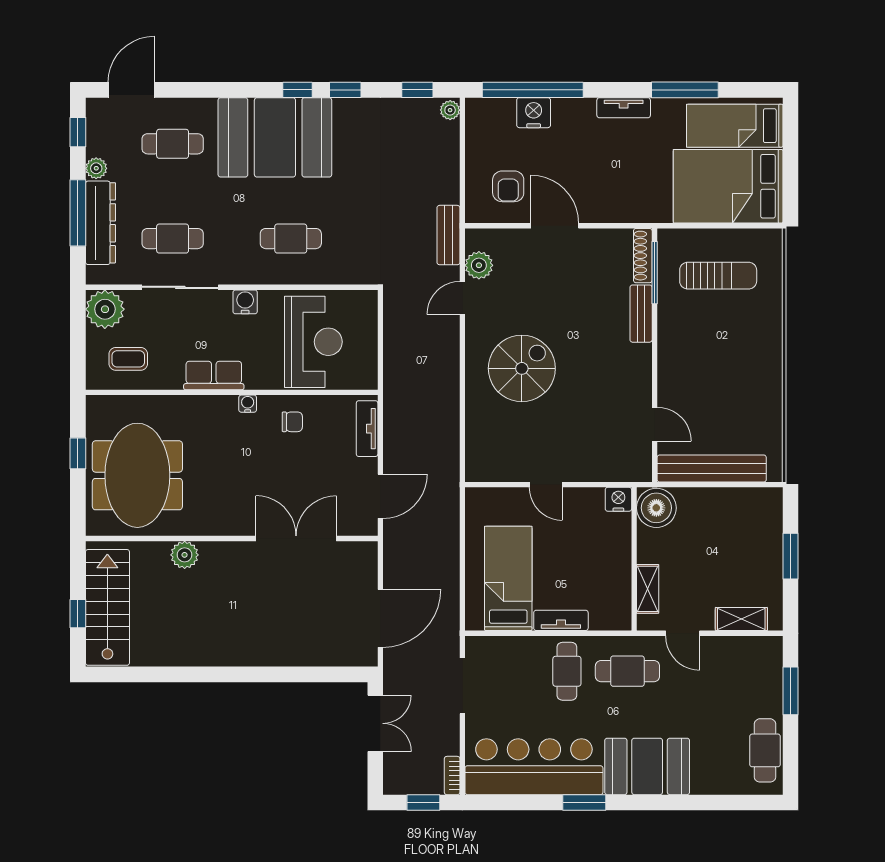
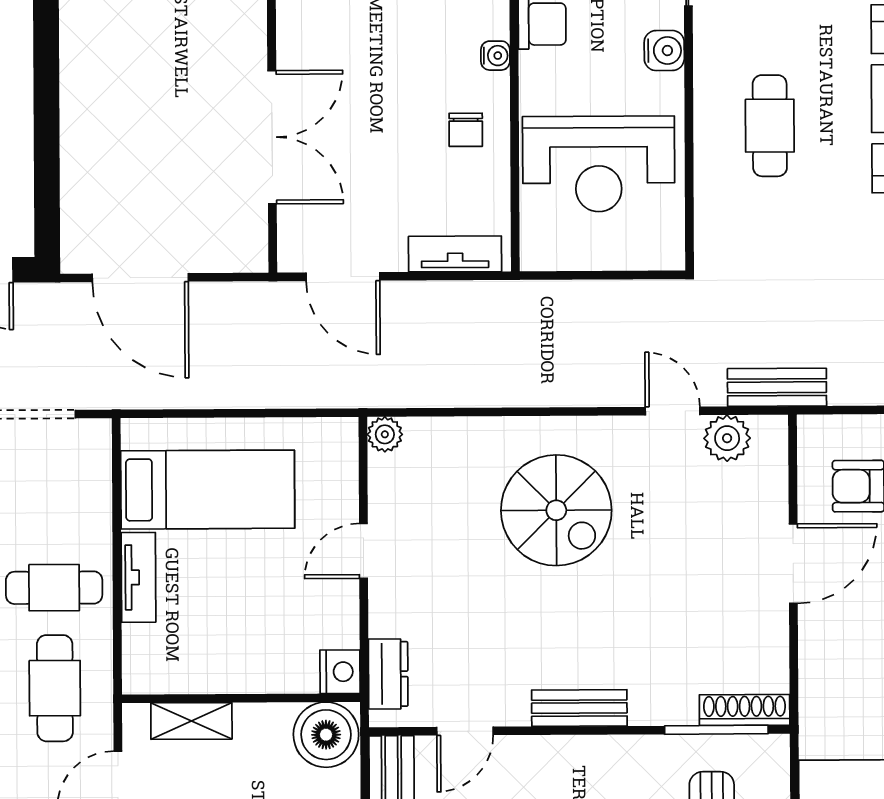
bench: (641, 314) -> (579, 708), moved
dresser: (620, 470) -> (388, 674), added
plant: (476, 471) -> (385, 434), added

